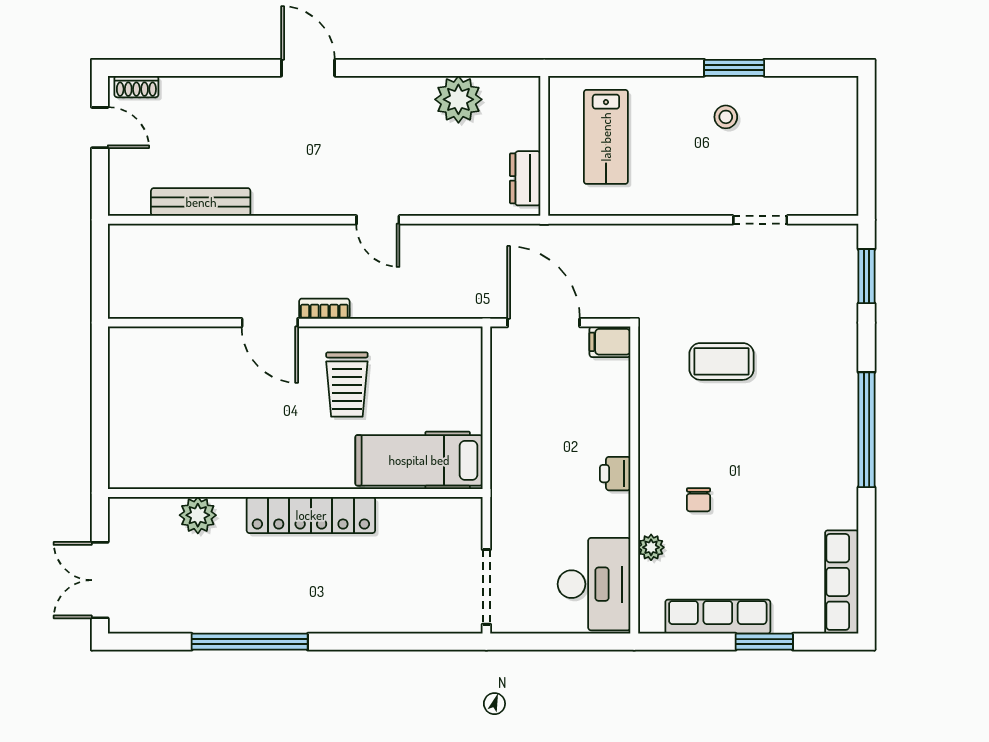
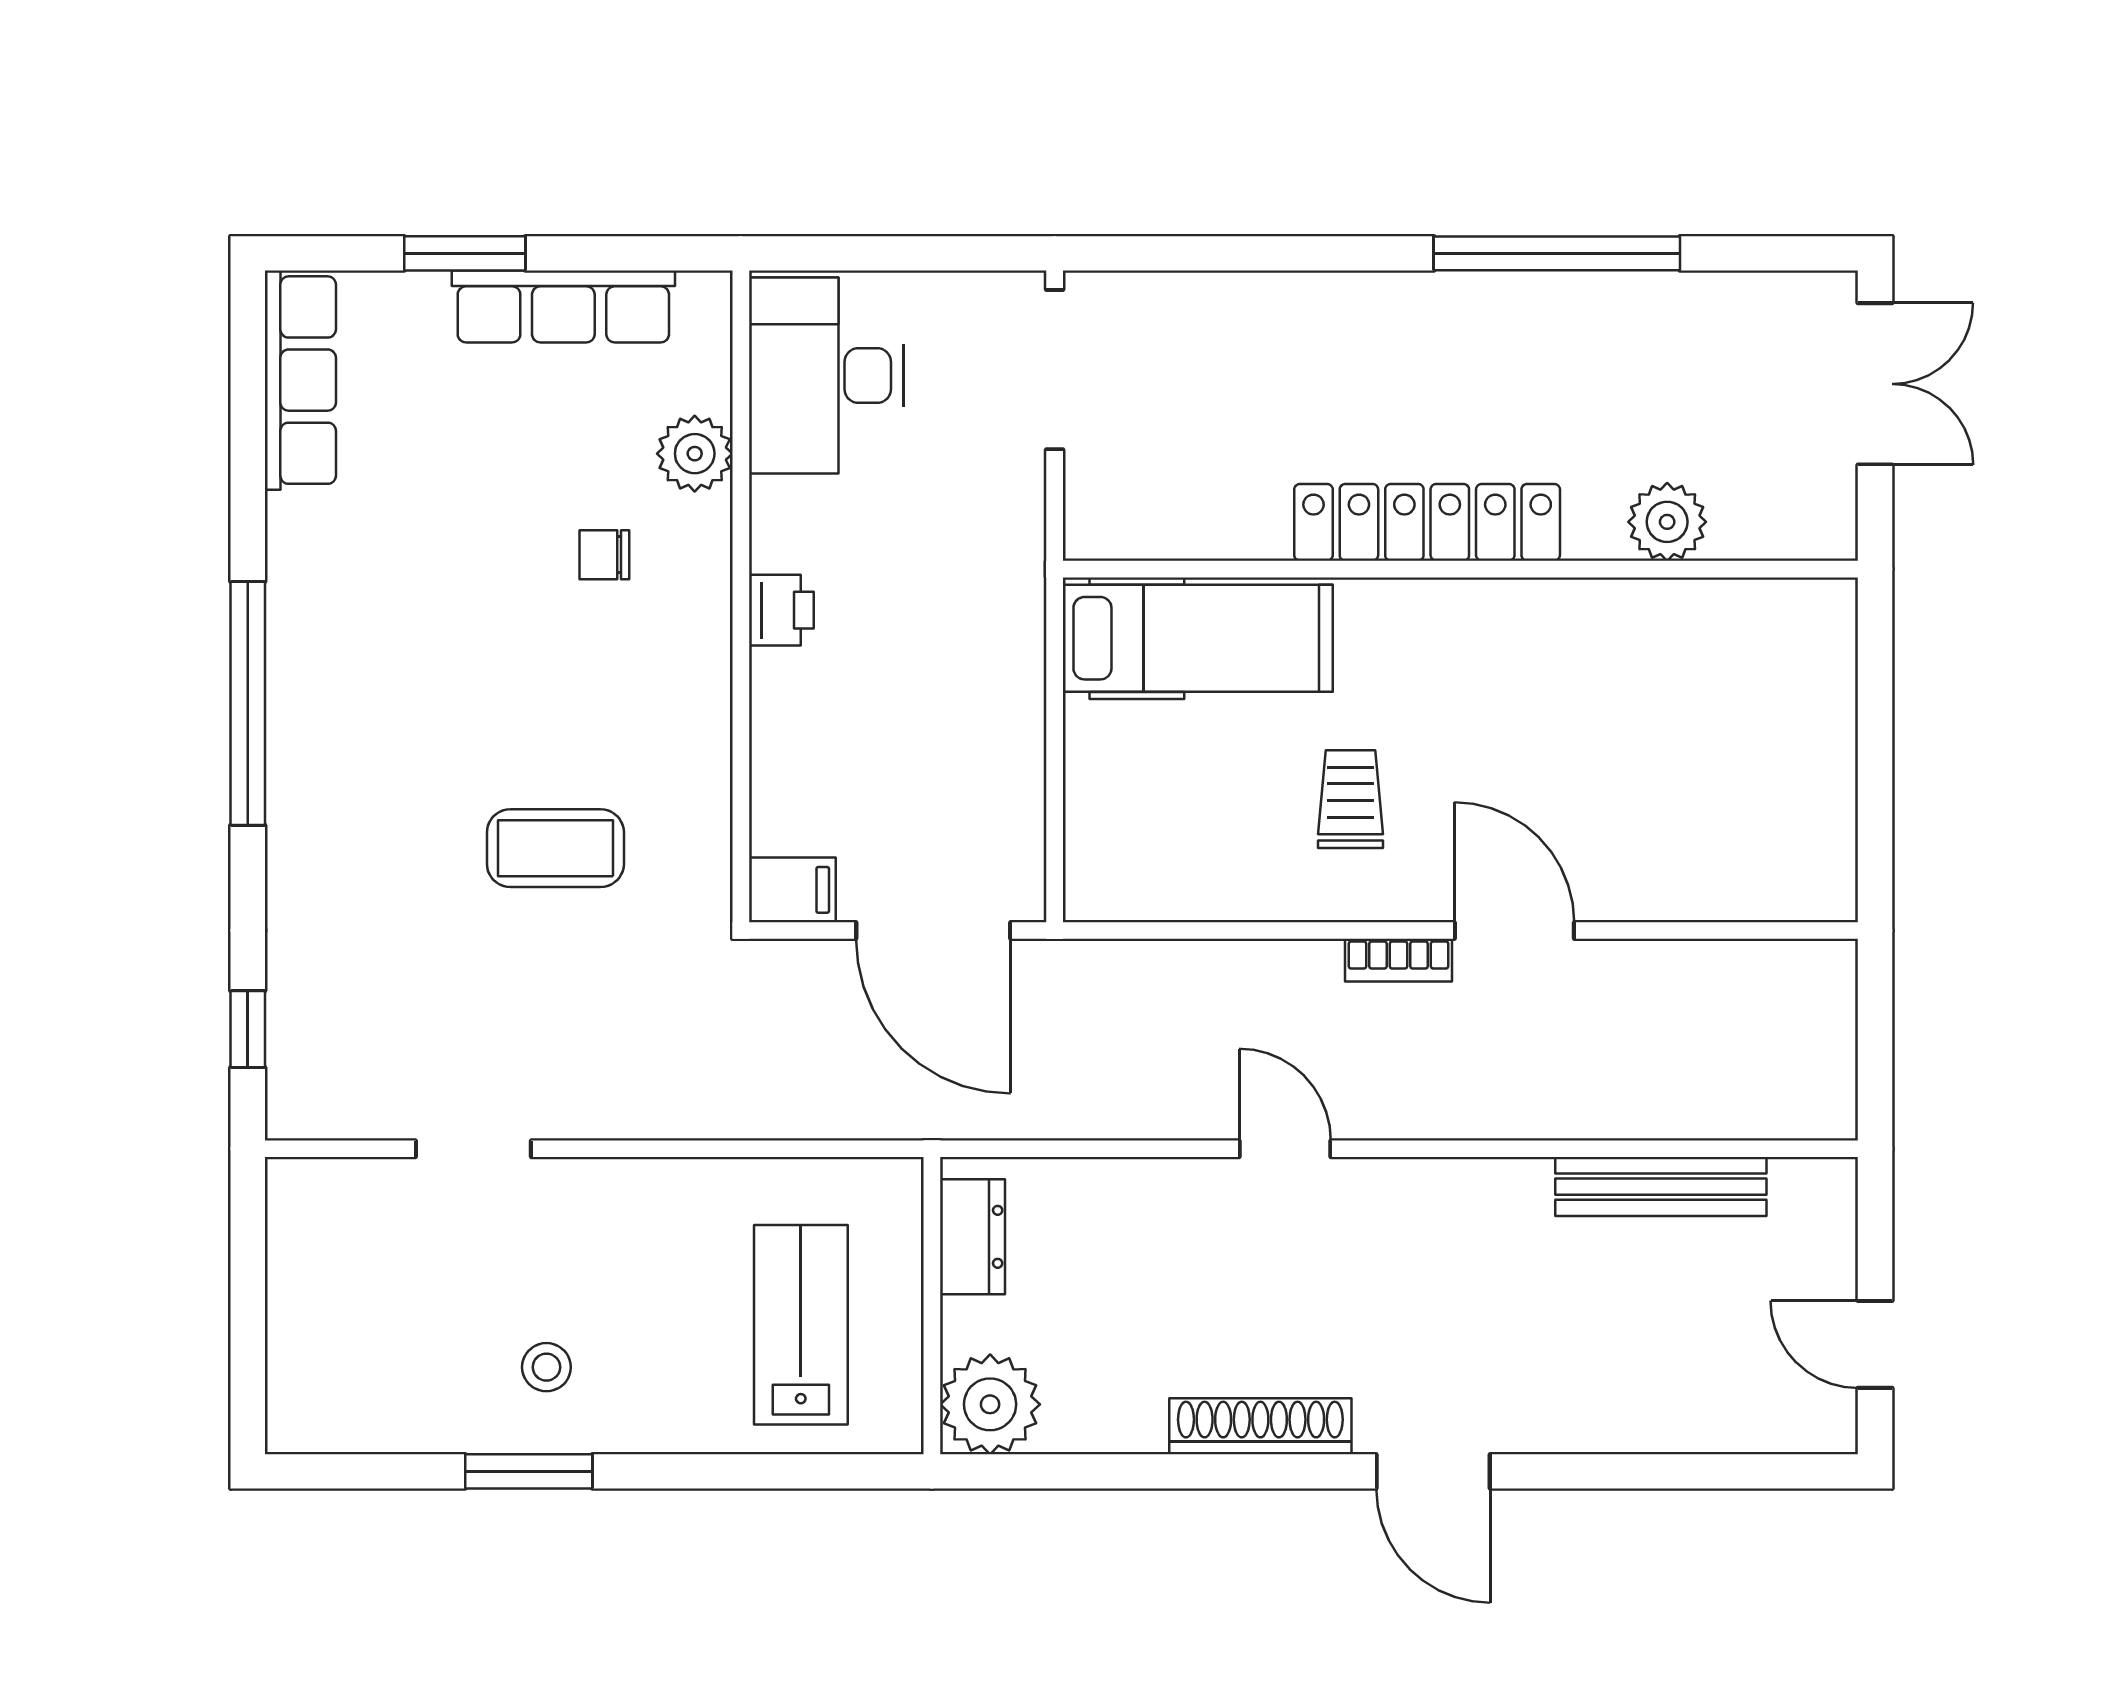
shoe rack: (136, 87) -> (1260, 1426), moved, width x1.94, depth x1.24
plant: (458, 99) -> (990, 1404), moved
window: (866, 276) -> (248, 1029), width x0.67
trolley: (347, 385) -> (1351, 799), width x0.73, depth x0.72
chair: (698, 500) -> (604, 555), turned -90
plant: (651, 547) -> (695, 454), width x1.38, depth x1.38

